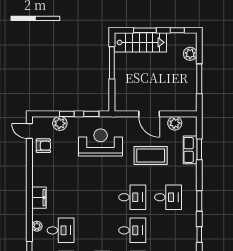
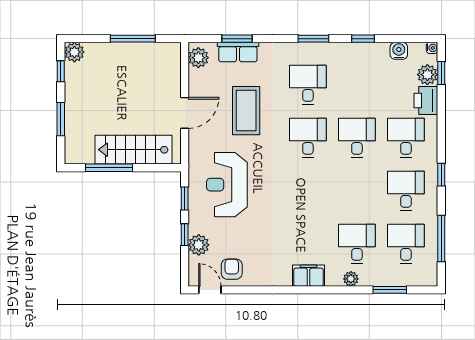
stairs: (140, 42) -> (134, 150), moved, turned -90
plant: (190, 54) -> (74, 52), moved
plant: (175, 123) -> (198, 58), moved
door: (29, 131) -> (210, 290), swing flipped

